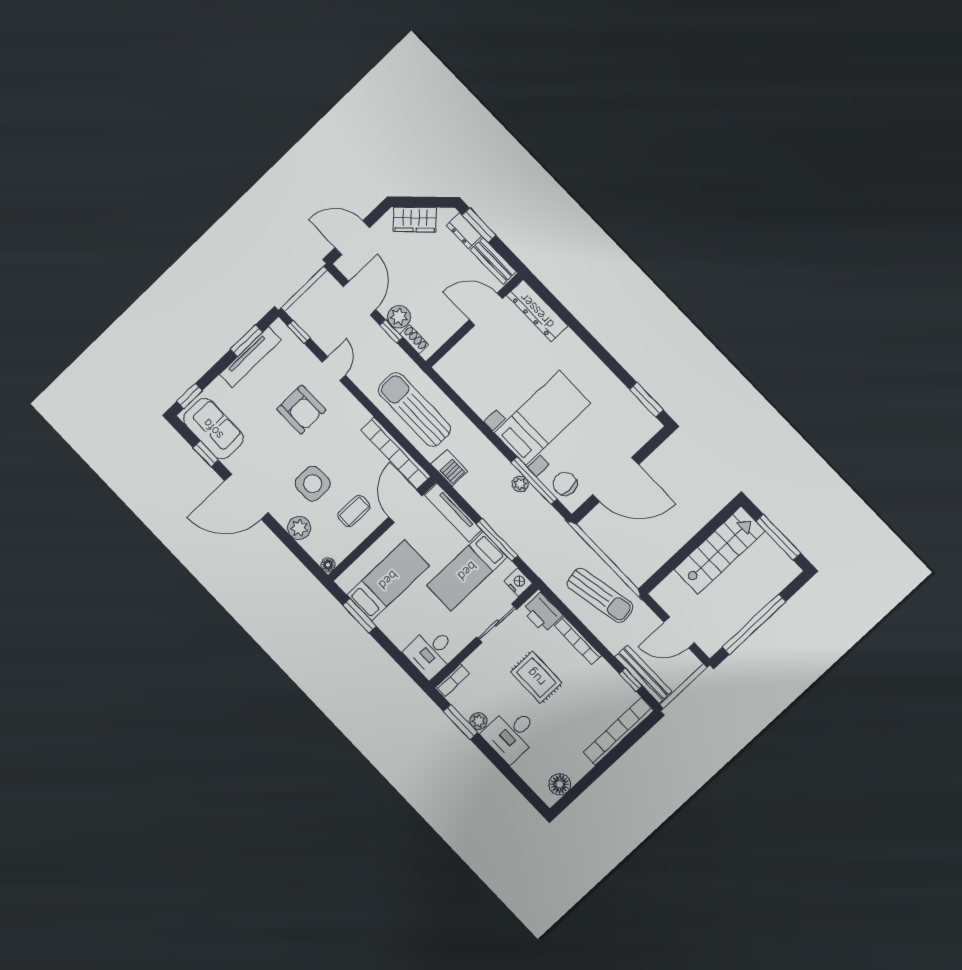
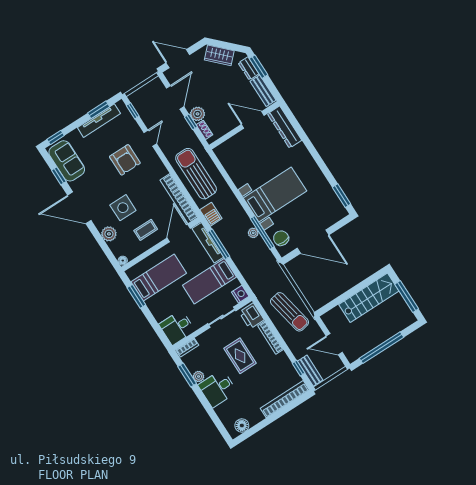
window: (497, 540) -> (219, 244), moved
bench: (643, 674) -> (310, 371), width x0.73

